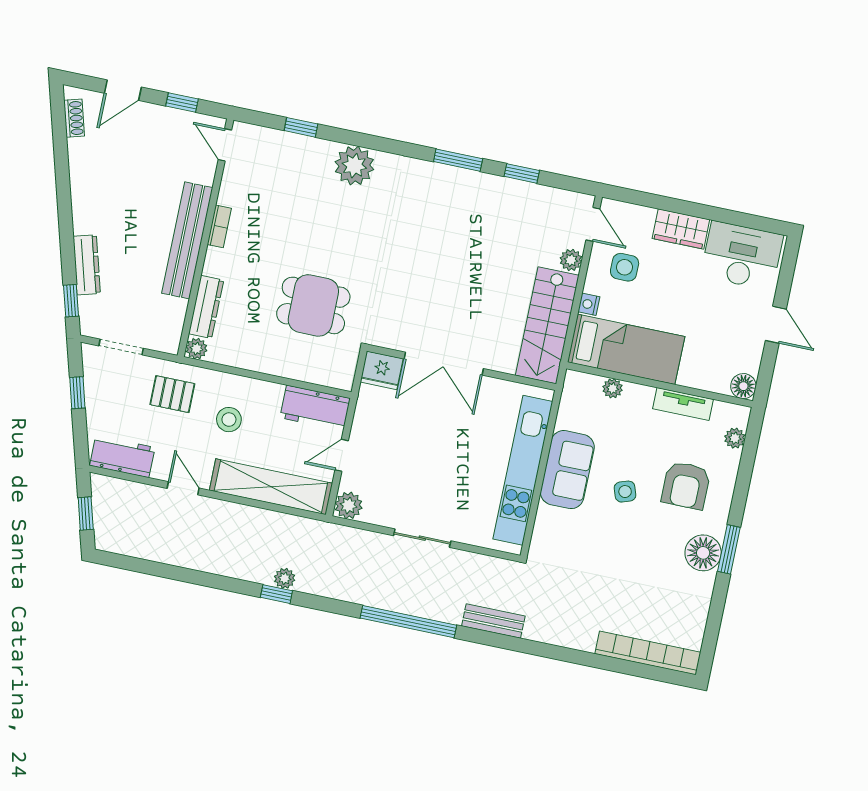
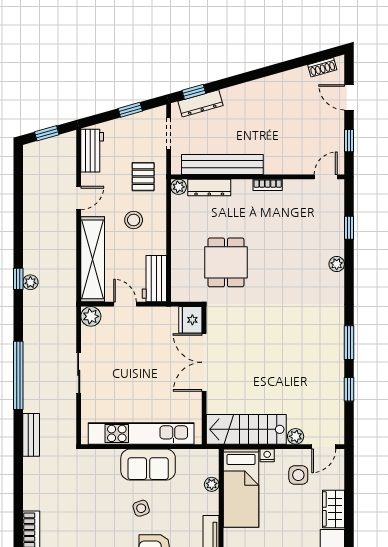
plant: (354, 166) -> (337, 264), width x0.53, depth x0.53
bench: (187, 240) -> (222, 164), moved
dresser: (87, 265) -> (200, 103), moved

